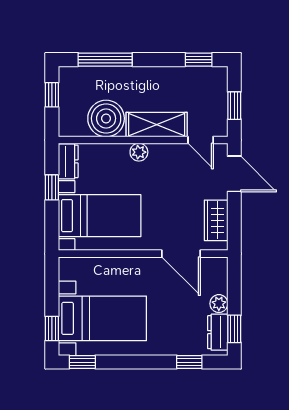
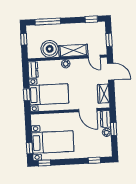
window: (52, 187) -> (27, 95), moved
window: (234, 329) -> (114, 129), moved
dresser: (218, 332) -> (105, 119), moved

